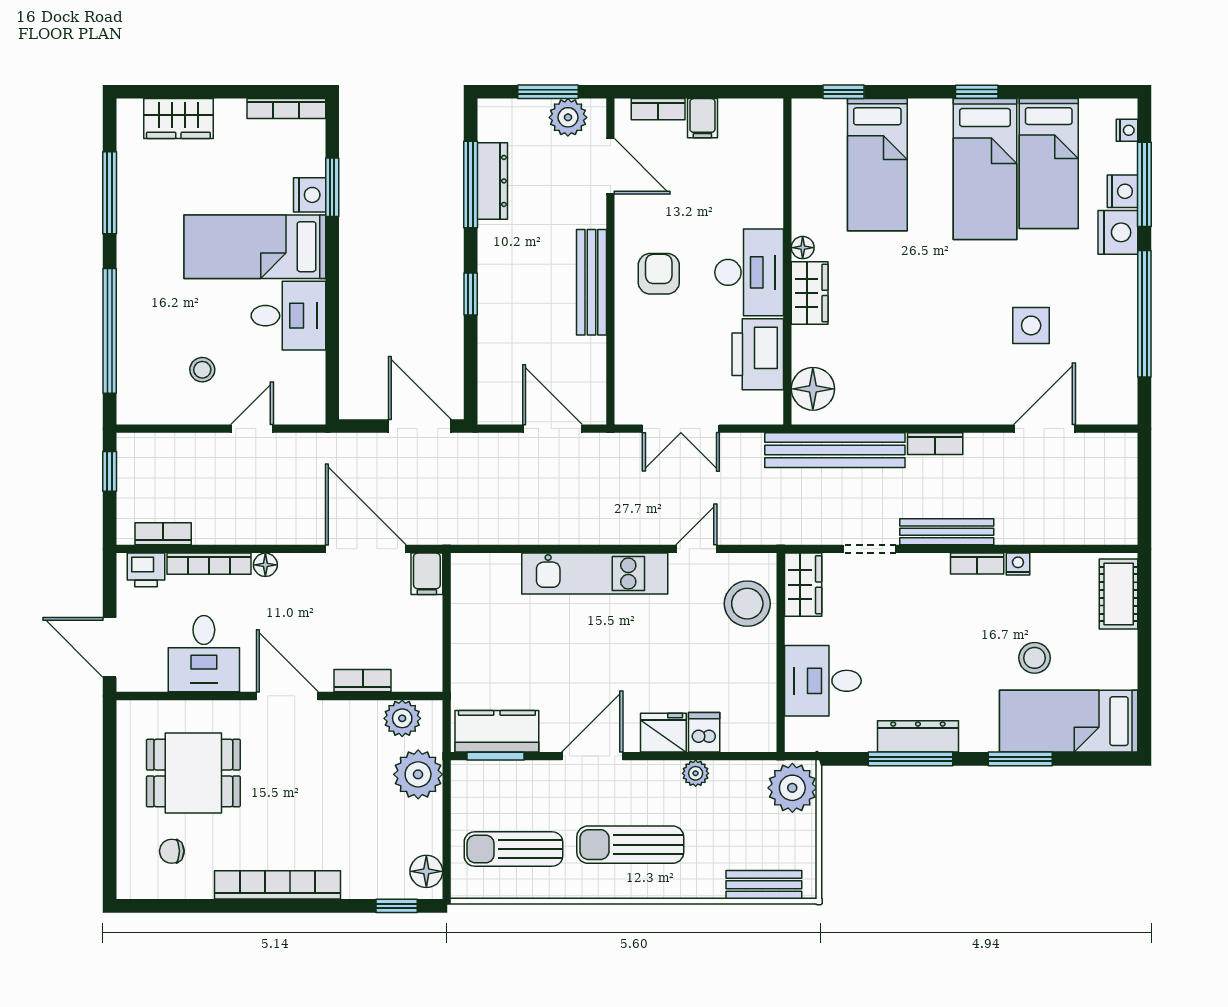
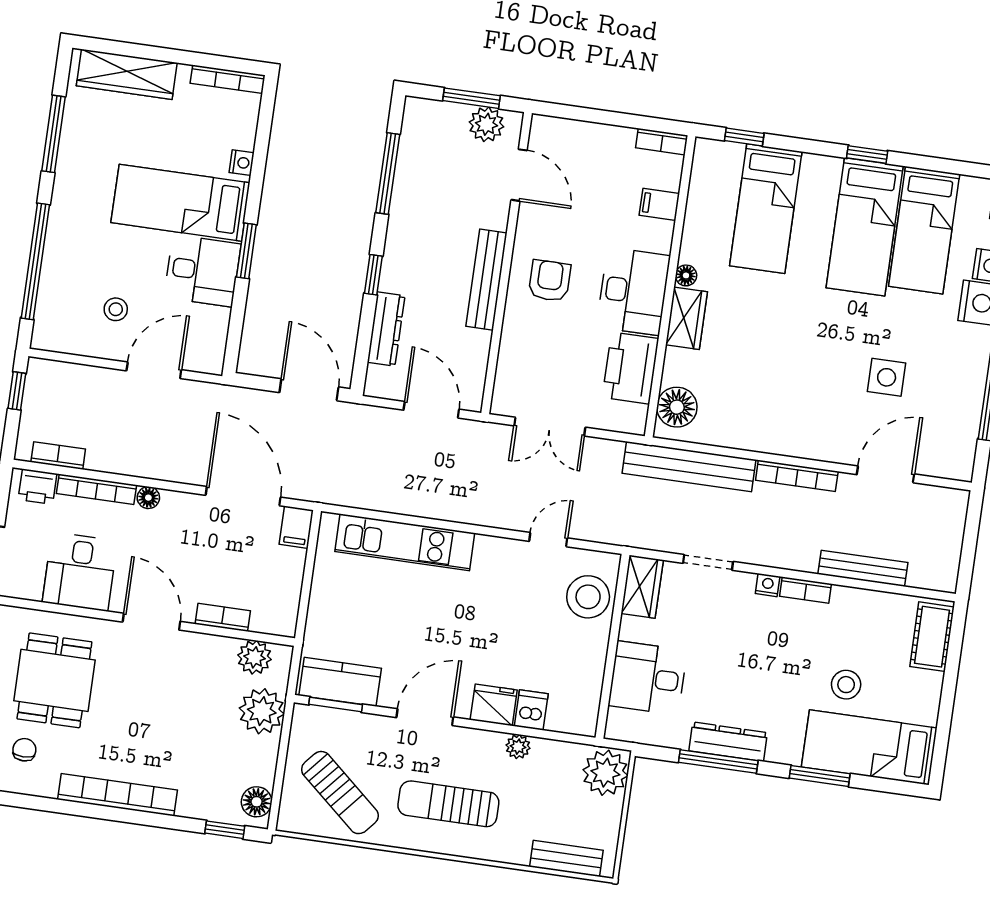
bookcase: (658, 109) -> (662, 142), moved
wardrobe: (178, 118) -> (127, 74), width x1.50
filing cabinet: (702, 118) -> (659, 204), moved, turned 90
dresser: (492, 181) -> (386, 329), moved
window: (332, 187) -> (246, 251), moved
nightstand: (310, 195) -> (242, 163), width x0.72, depth x0.74
door: (252, 429) -> (154, 370), width x1.38
bookcase: (935, 444) -> (797, 476), width x1.56
bench: (947, 532) -> (863, 568), moved
nightstand: (1018, 564) -> (768, 585), moved
kitchen unit: (595, 573) -> (405, 542), moved
dining table: (193, 773) -> (54, 680), turned 90
sun lounger: (513, 849) -> (340, 793), turned -139
chair: (172, 851) -> (24, 750), turned 90

